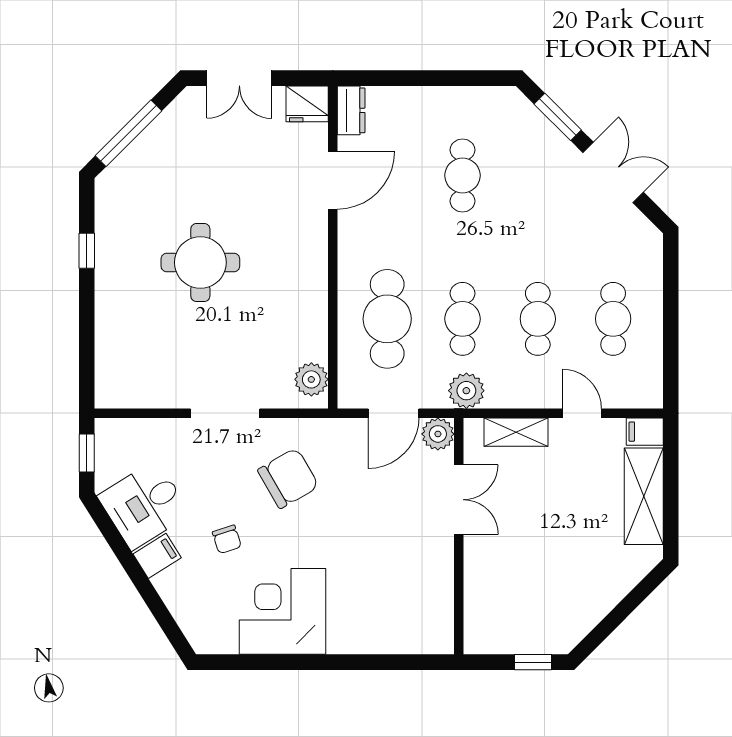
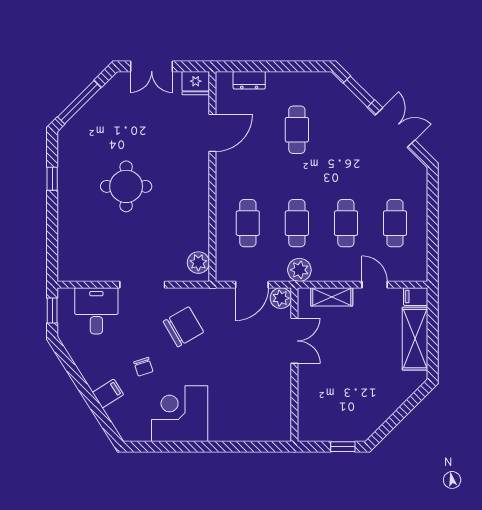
dresser: (351, 110) -> (249, 80), moved, turned 90
cafe table: (387, 319) -> (248, 223), width x0.73, depth x0.74
desk: (144, 505) -> (96, 311), moved, turned 122
filing cabinet: (157, 556) -> (108, 393), moved

